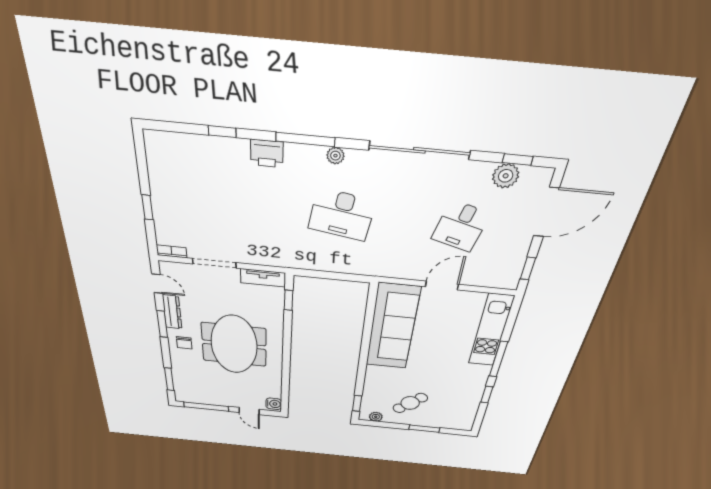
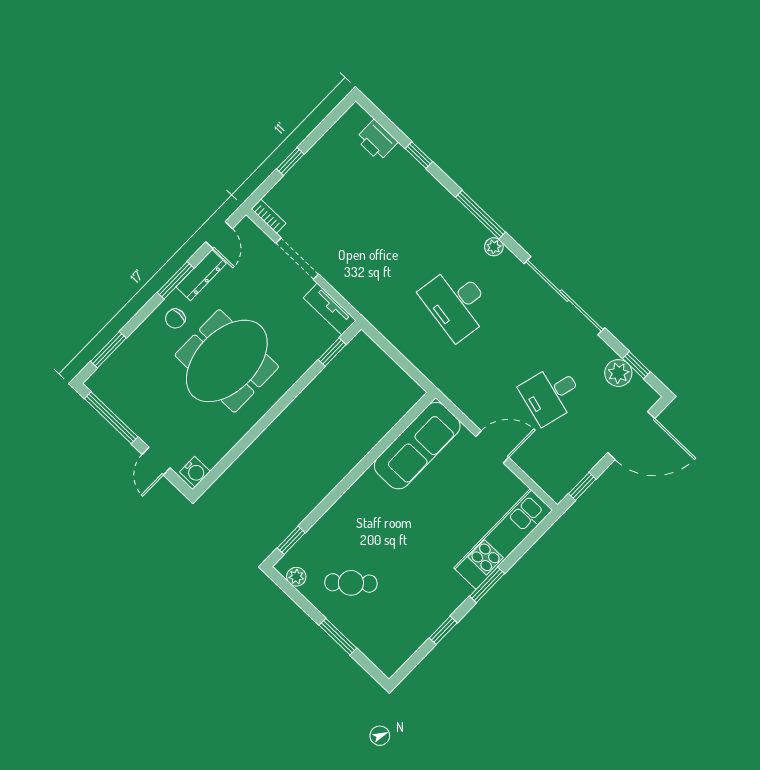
printer: (267, 153) -> (377, 140), moved
sofa: (392, 327) -> (417, 446), width x0.74, depth x0.79
window: (498, 359) -> (487, 585), width x0.69

